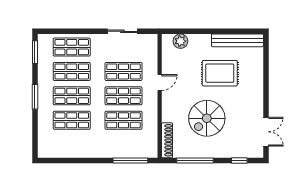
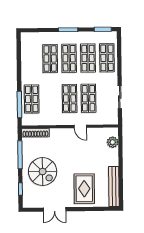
rug: (220, 73) -> (84, 189), moved
spiral stairs: (207, 118) -> (43, 172), moved, turned 180
shop shelf: (123, 120) -> (32, 99), moved
double door: (266, 132) -> (55, 209), moved

